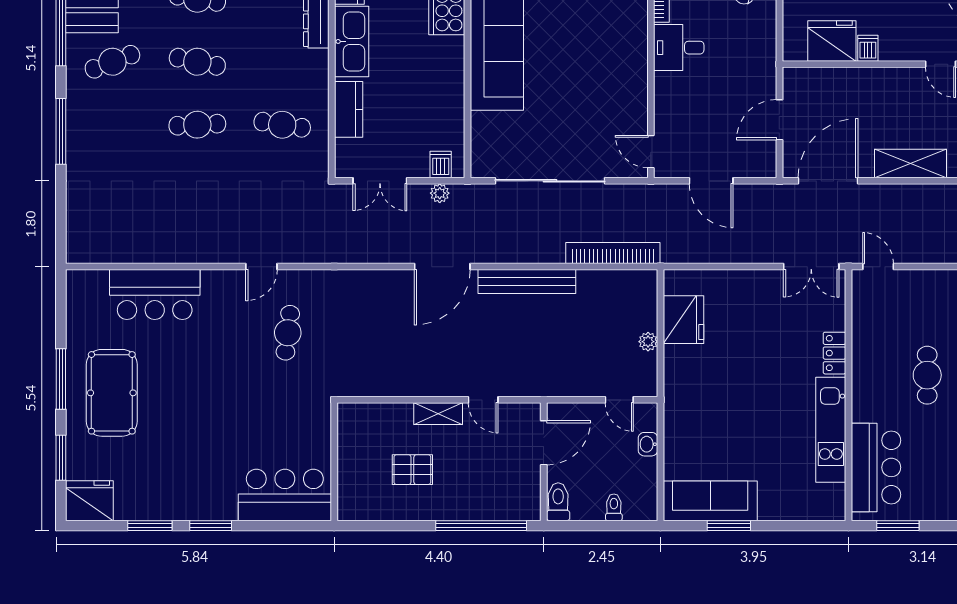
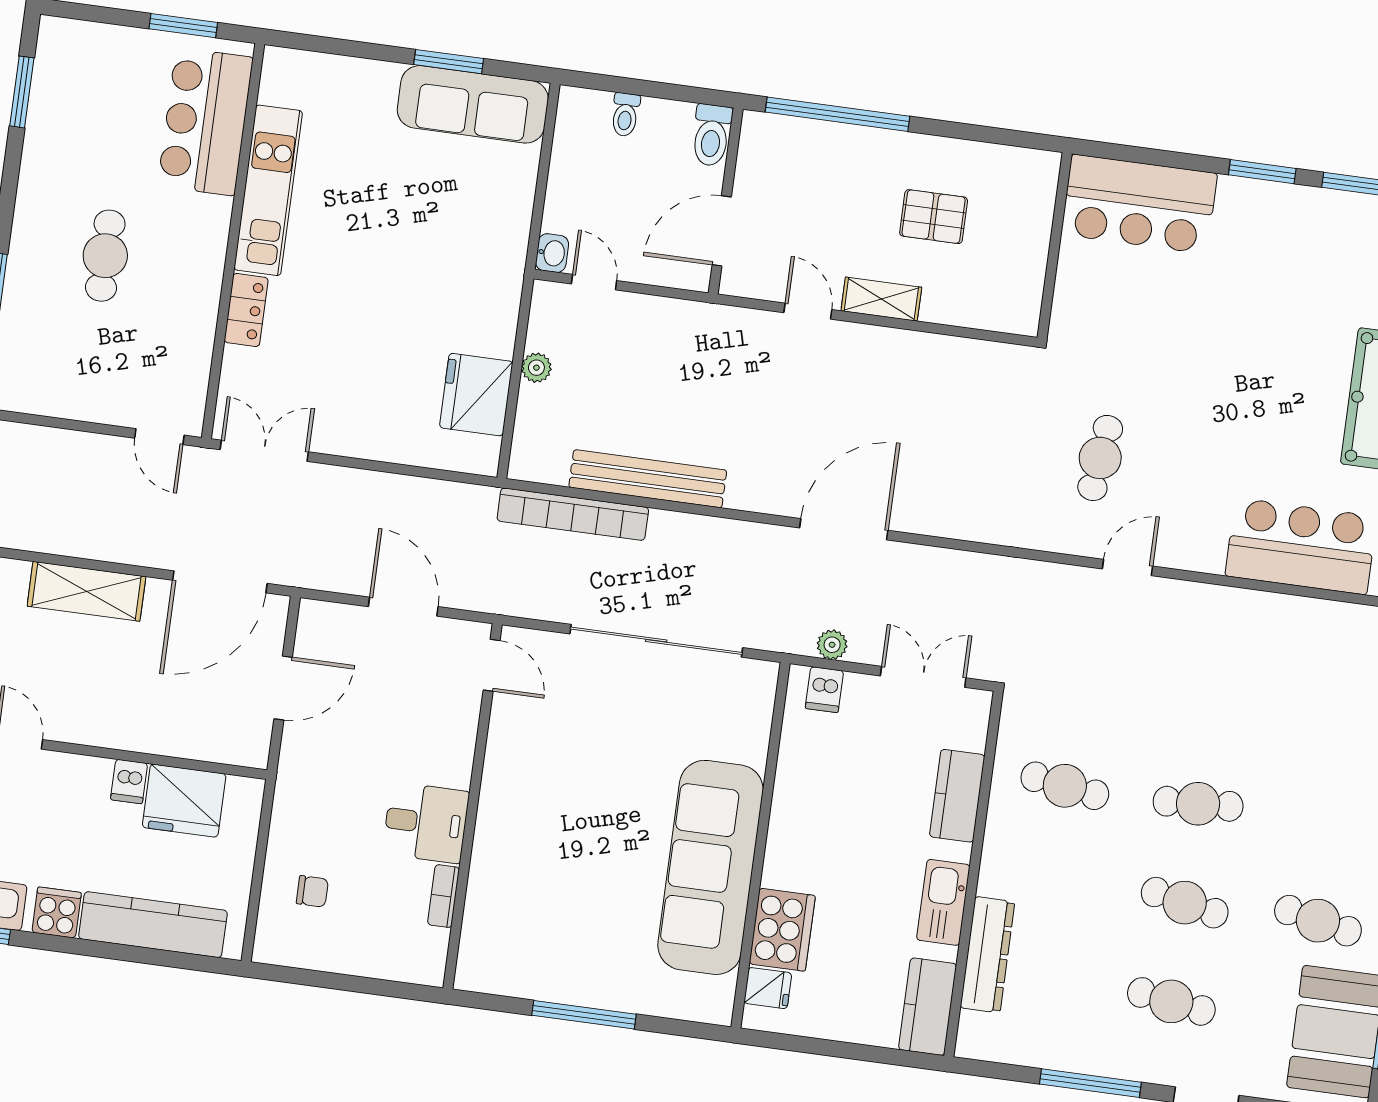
kitchen sink: (352, 41) -> (943, 902), width x0.73, depth x0.81
cafe table: (112, 62) -> (1318, 921), turned 33
bench: (527, 281) -> (648, 479), moved
washbasin: (648, 444) -> (552, 253), moved

